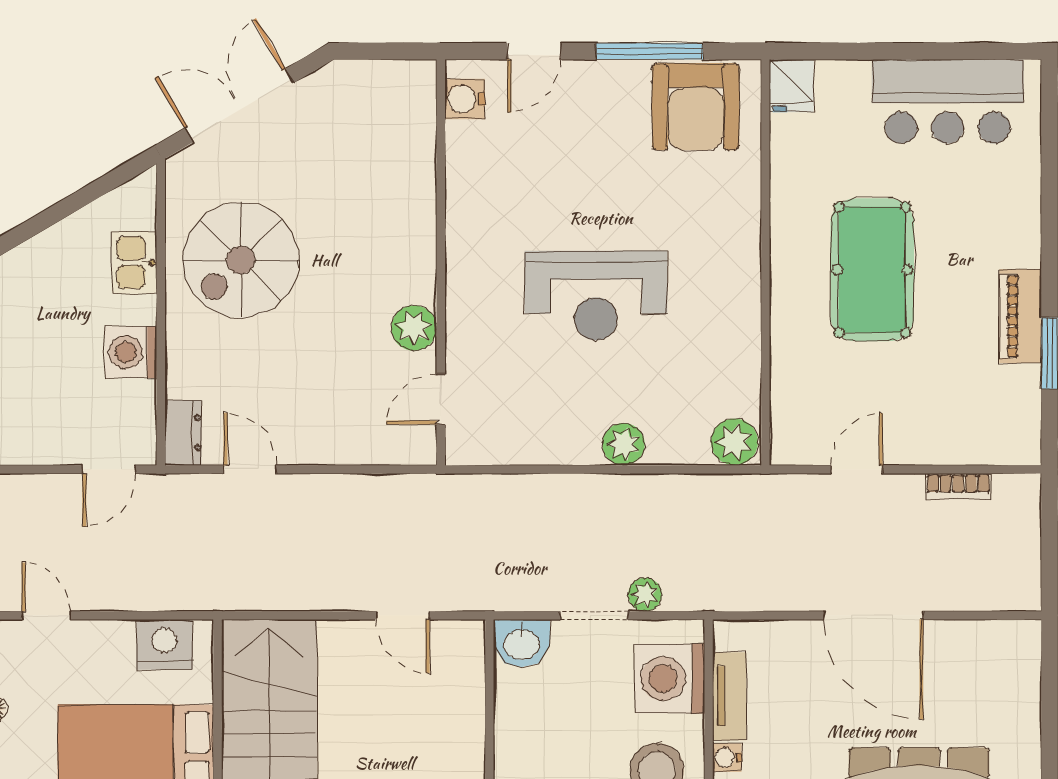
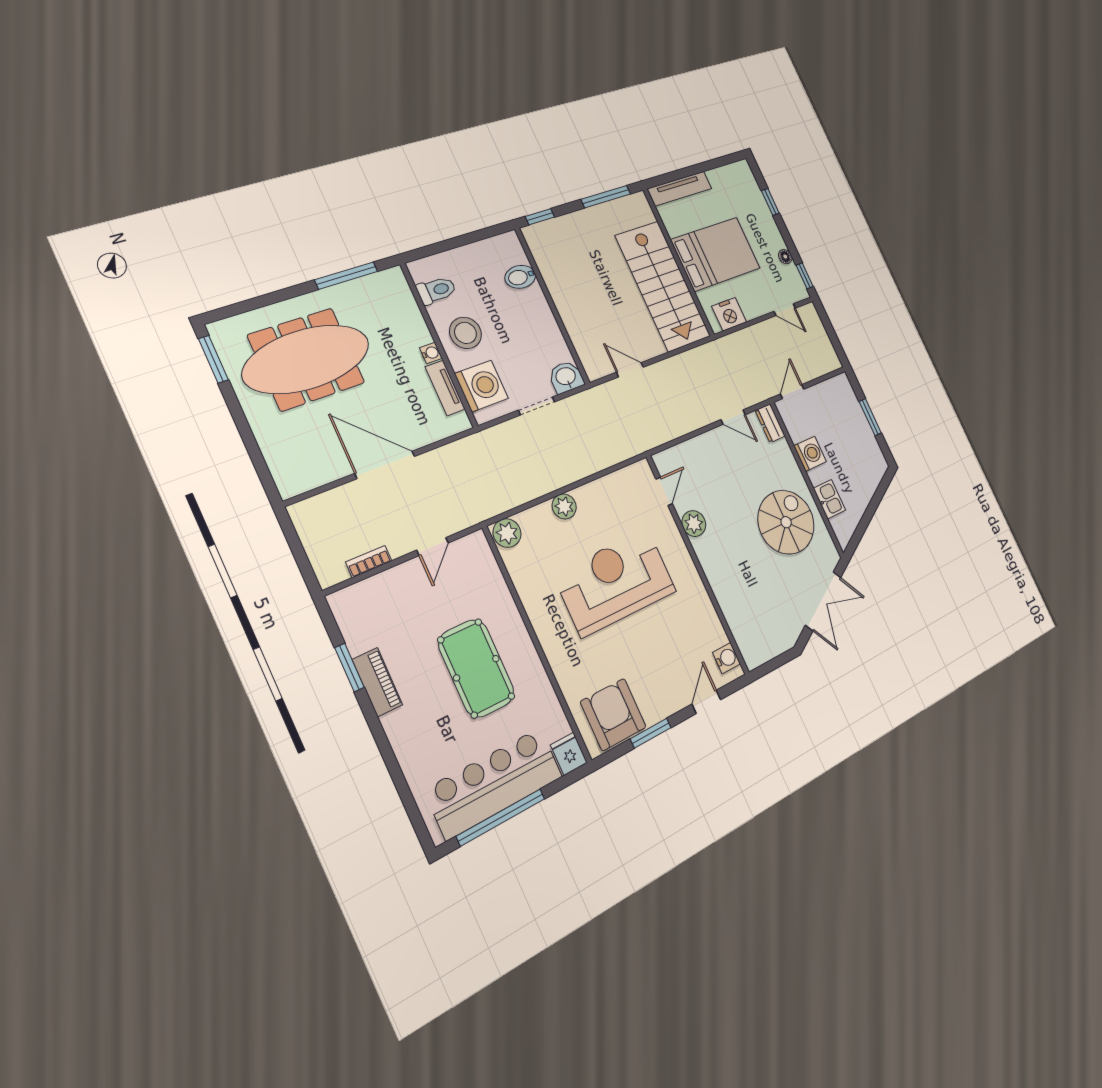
window: (649, 51) -> (651, 733), width x0.69
window: (932, 51) -> (501, 817), added
bar counter: (948, 102) -> (494, 783), width x1.36
reception desk: (596, 296) -> (615, 582), width x1.36, depth x1.30
plant: (645, 595) -> (516, 428), removed

